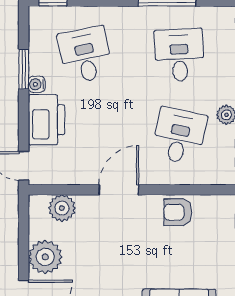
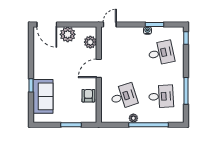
printer: (47, 120) -> (131, 35), removed
desk: (179, 136) -> (124, 96), turned -30
door: (119, 190) -> (99, 68), swing flipped

